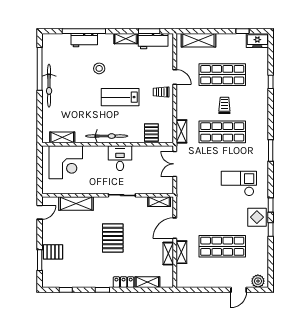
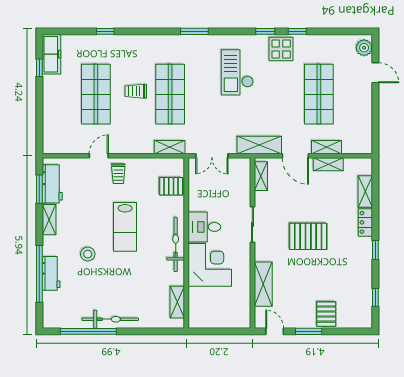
shelving: (198, 40) -> (259, 145), moved, turned 90
freezer: (257, 41) -> (52, 54), width x1.40
corner desk: (66, 162) -> (210, 265), moved
window: (40, 260) -> (309, 331), moved

